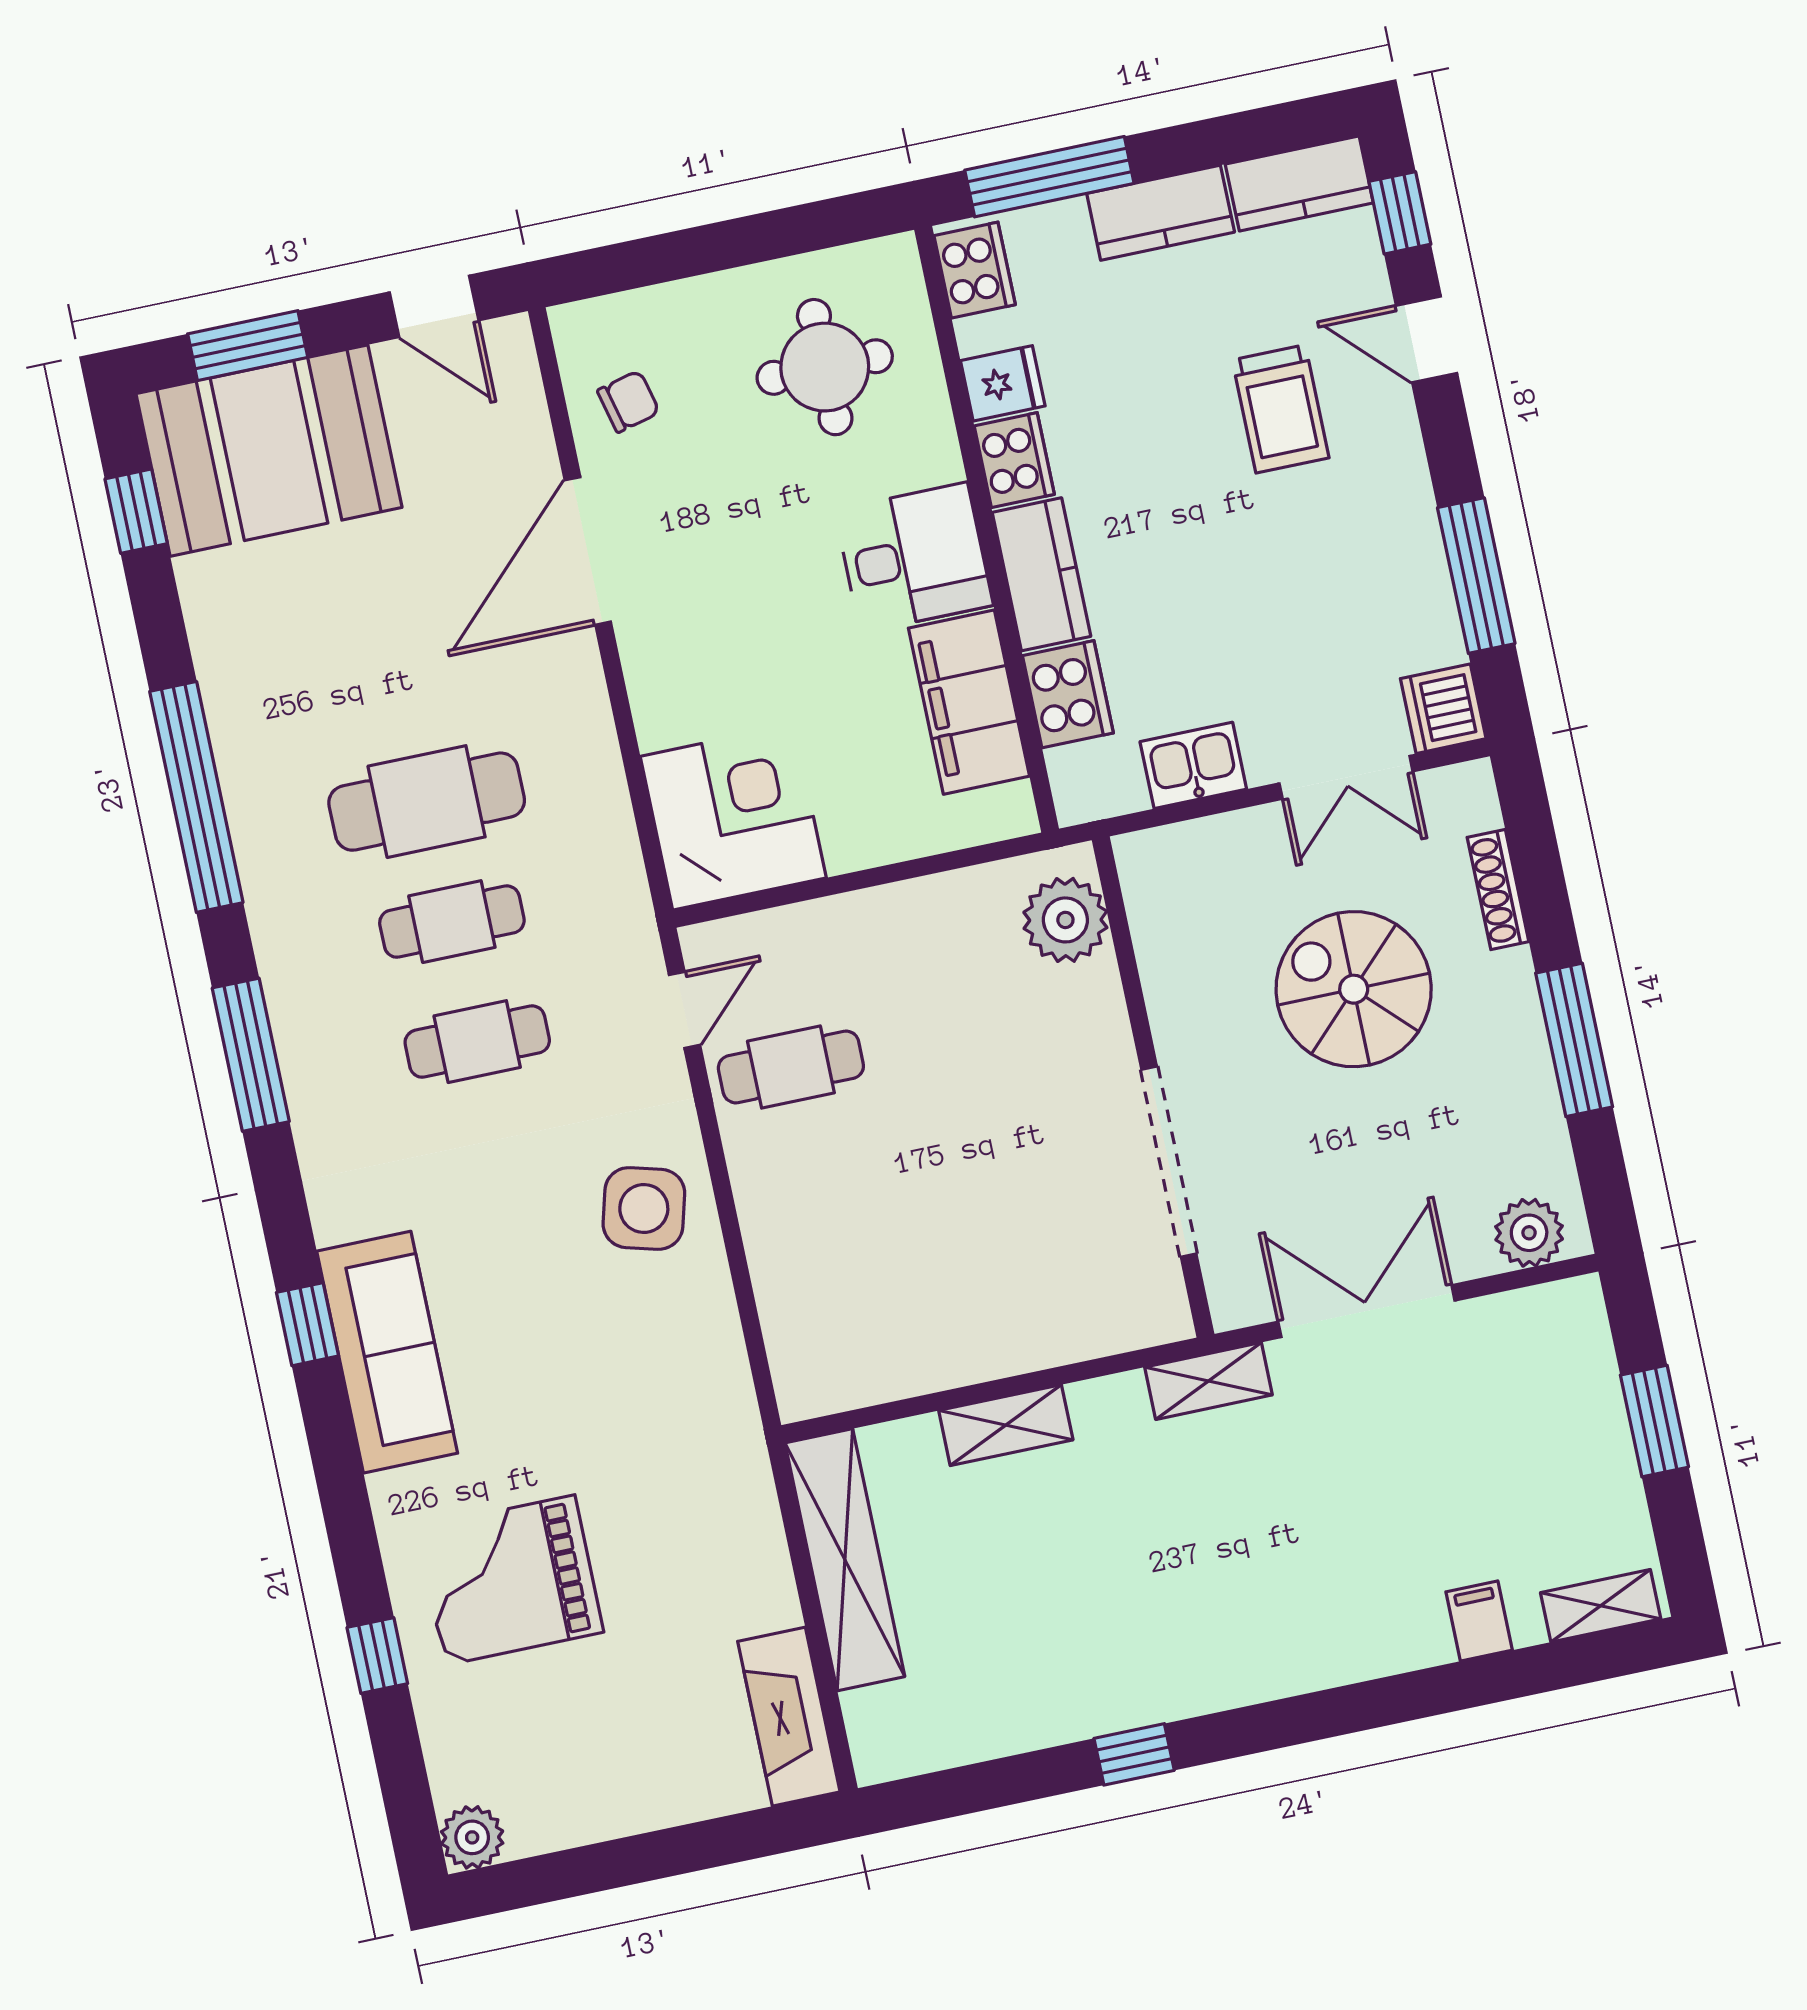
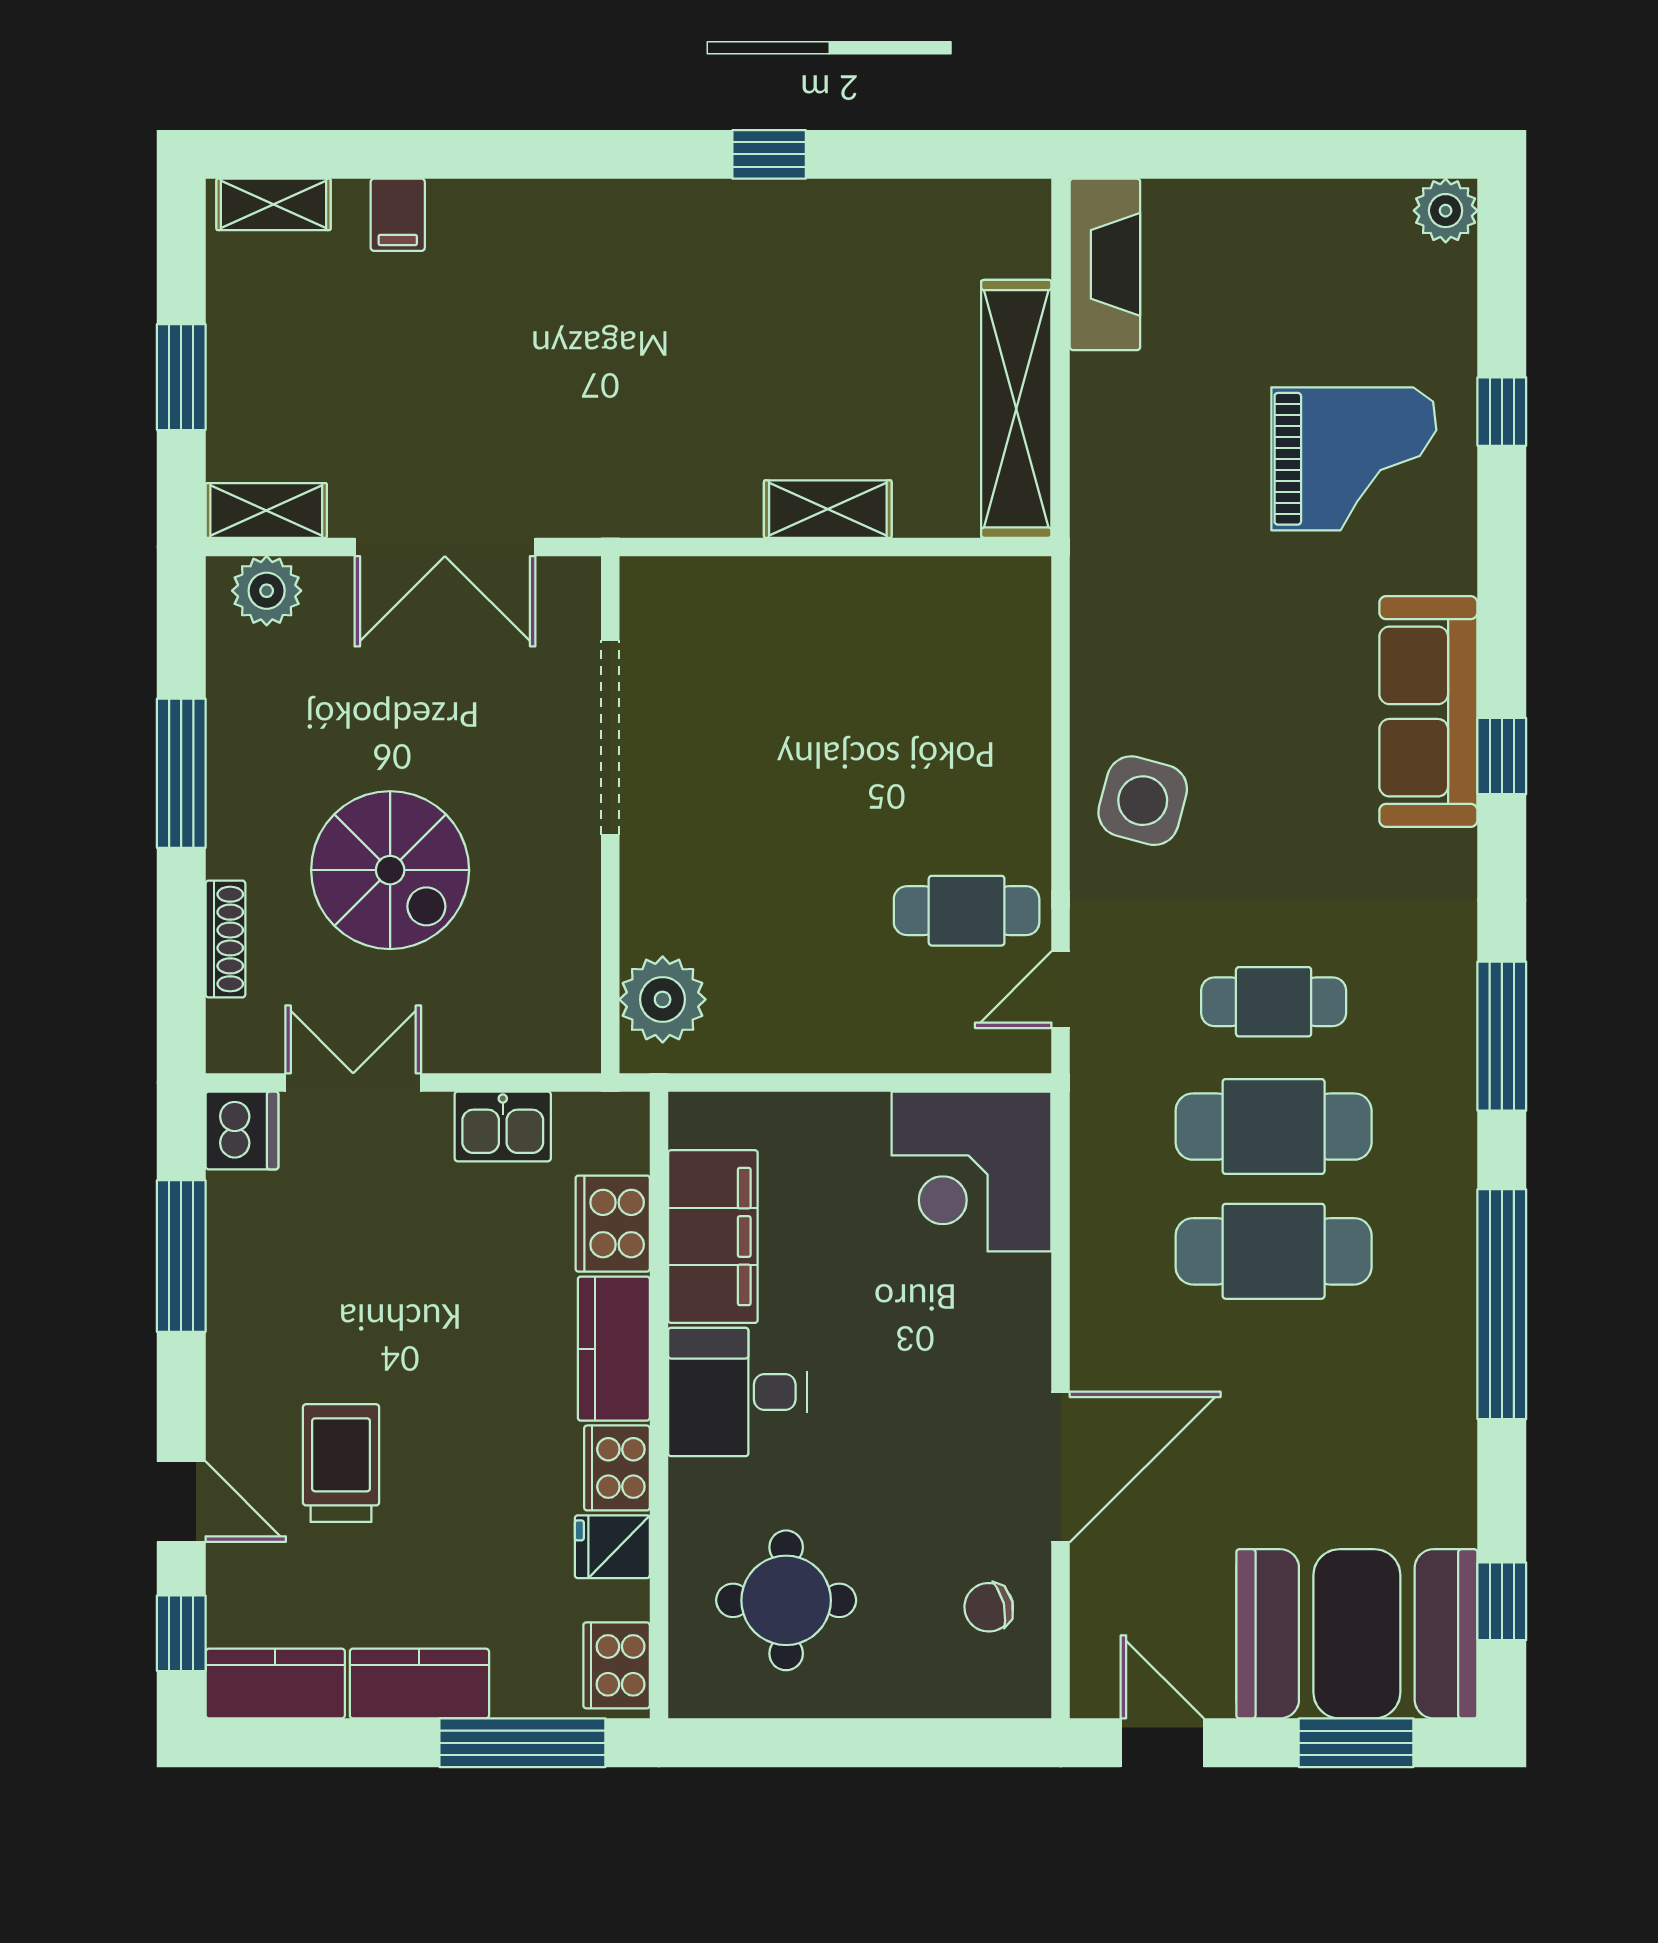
cafe table: (452, 922) -> (1274, 1127), width x1.37, depth x1.35
shelving: (1208, 1381) -> (266, 510), moved

